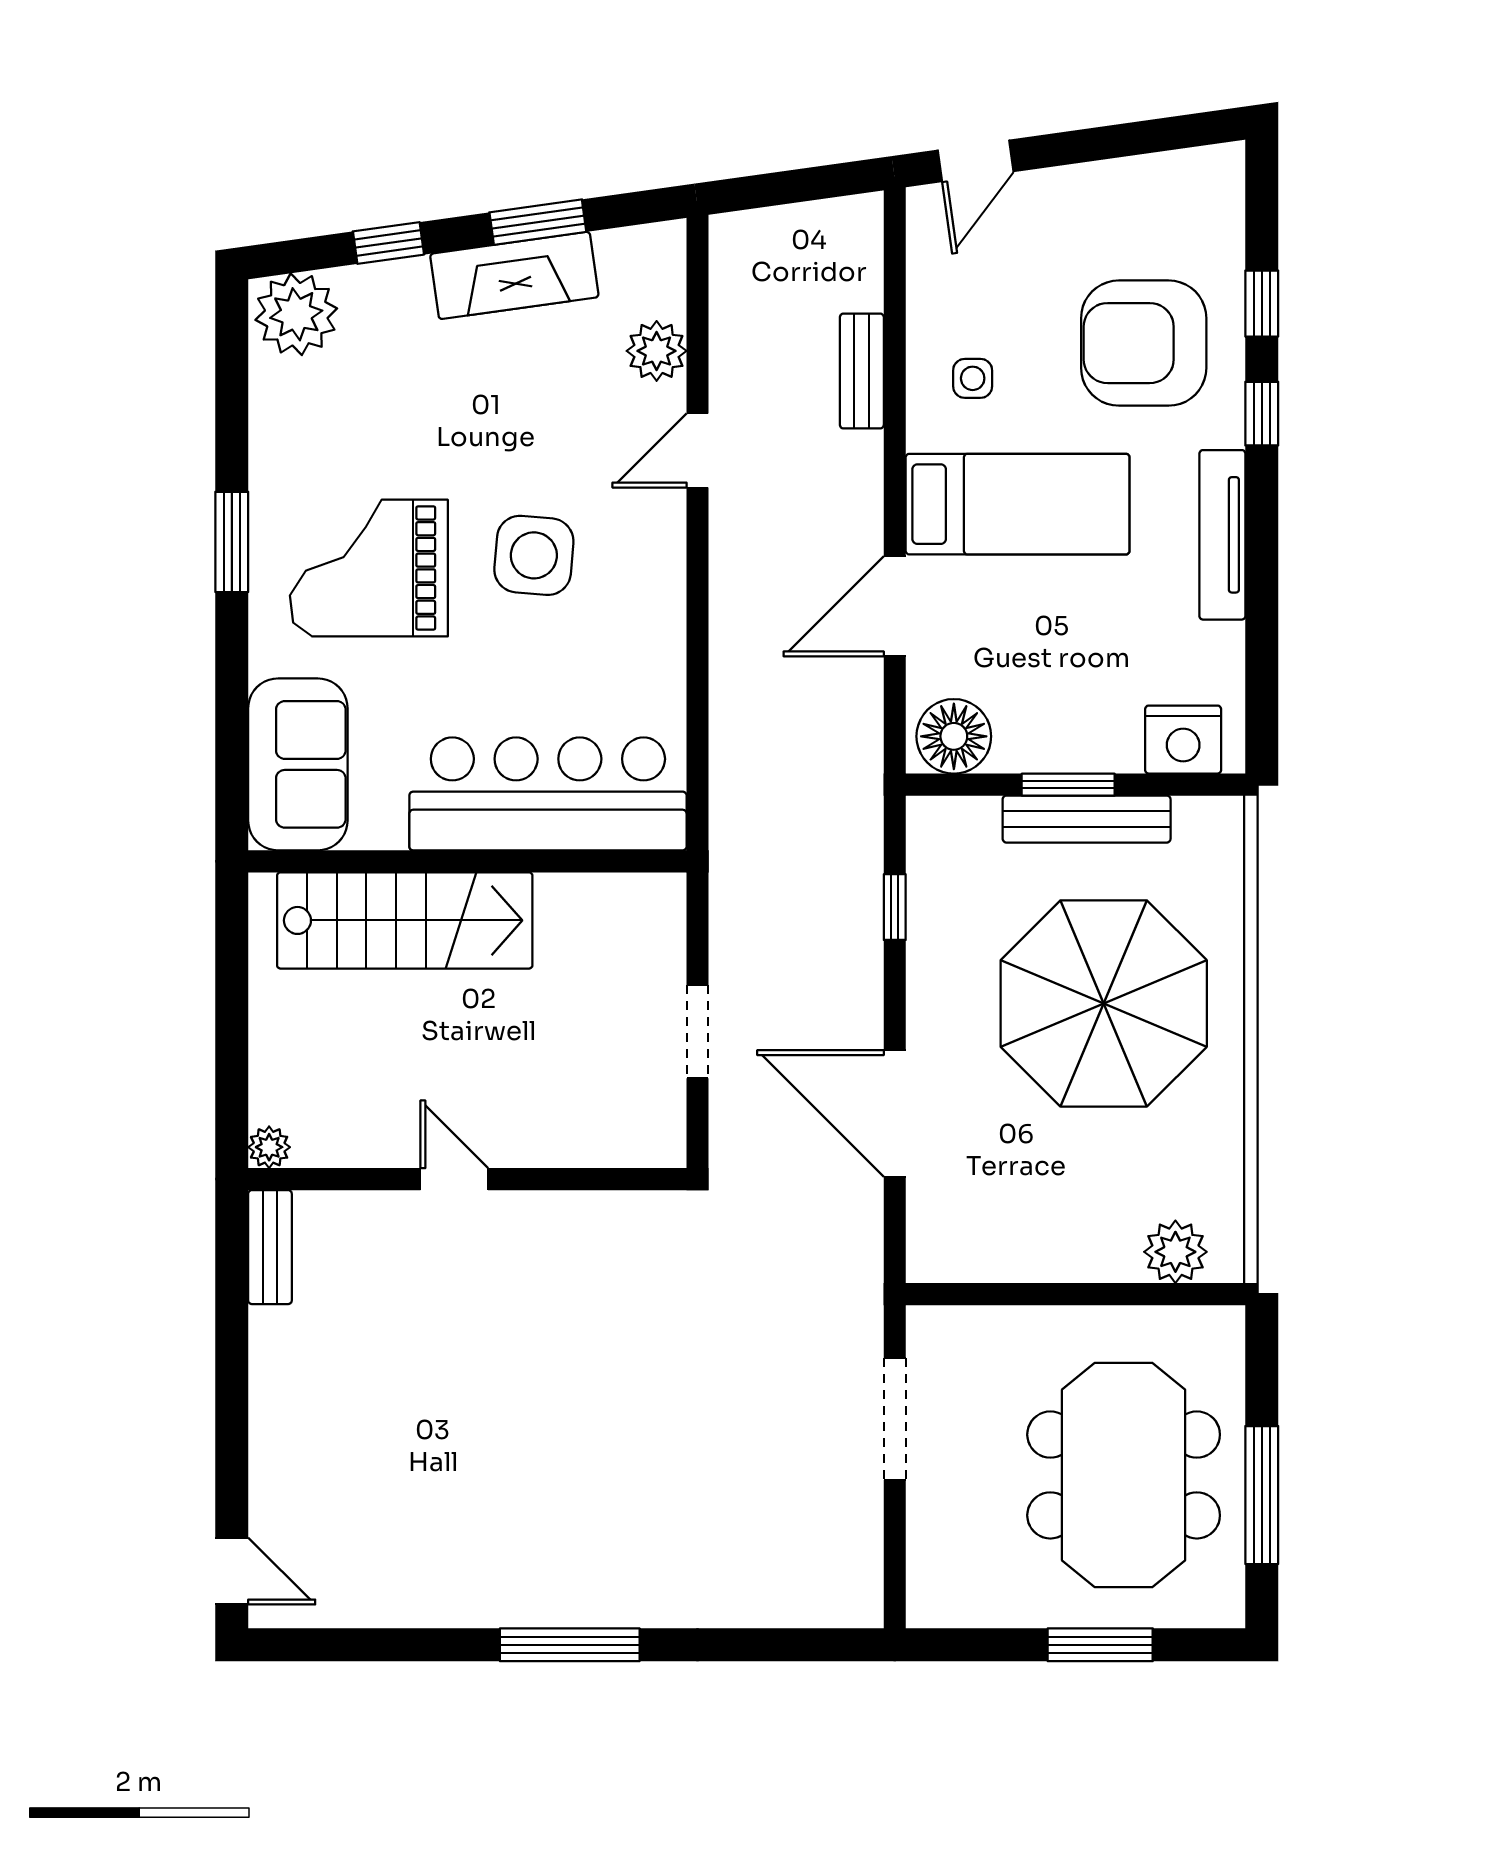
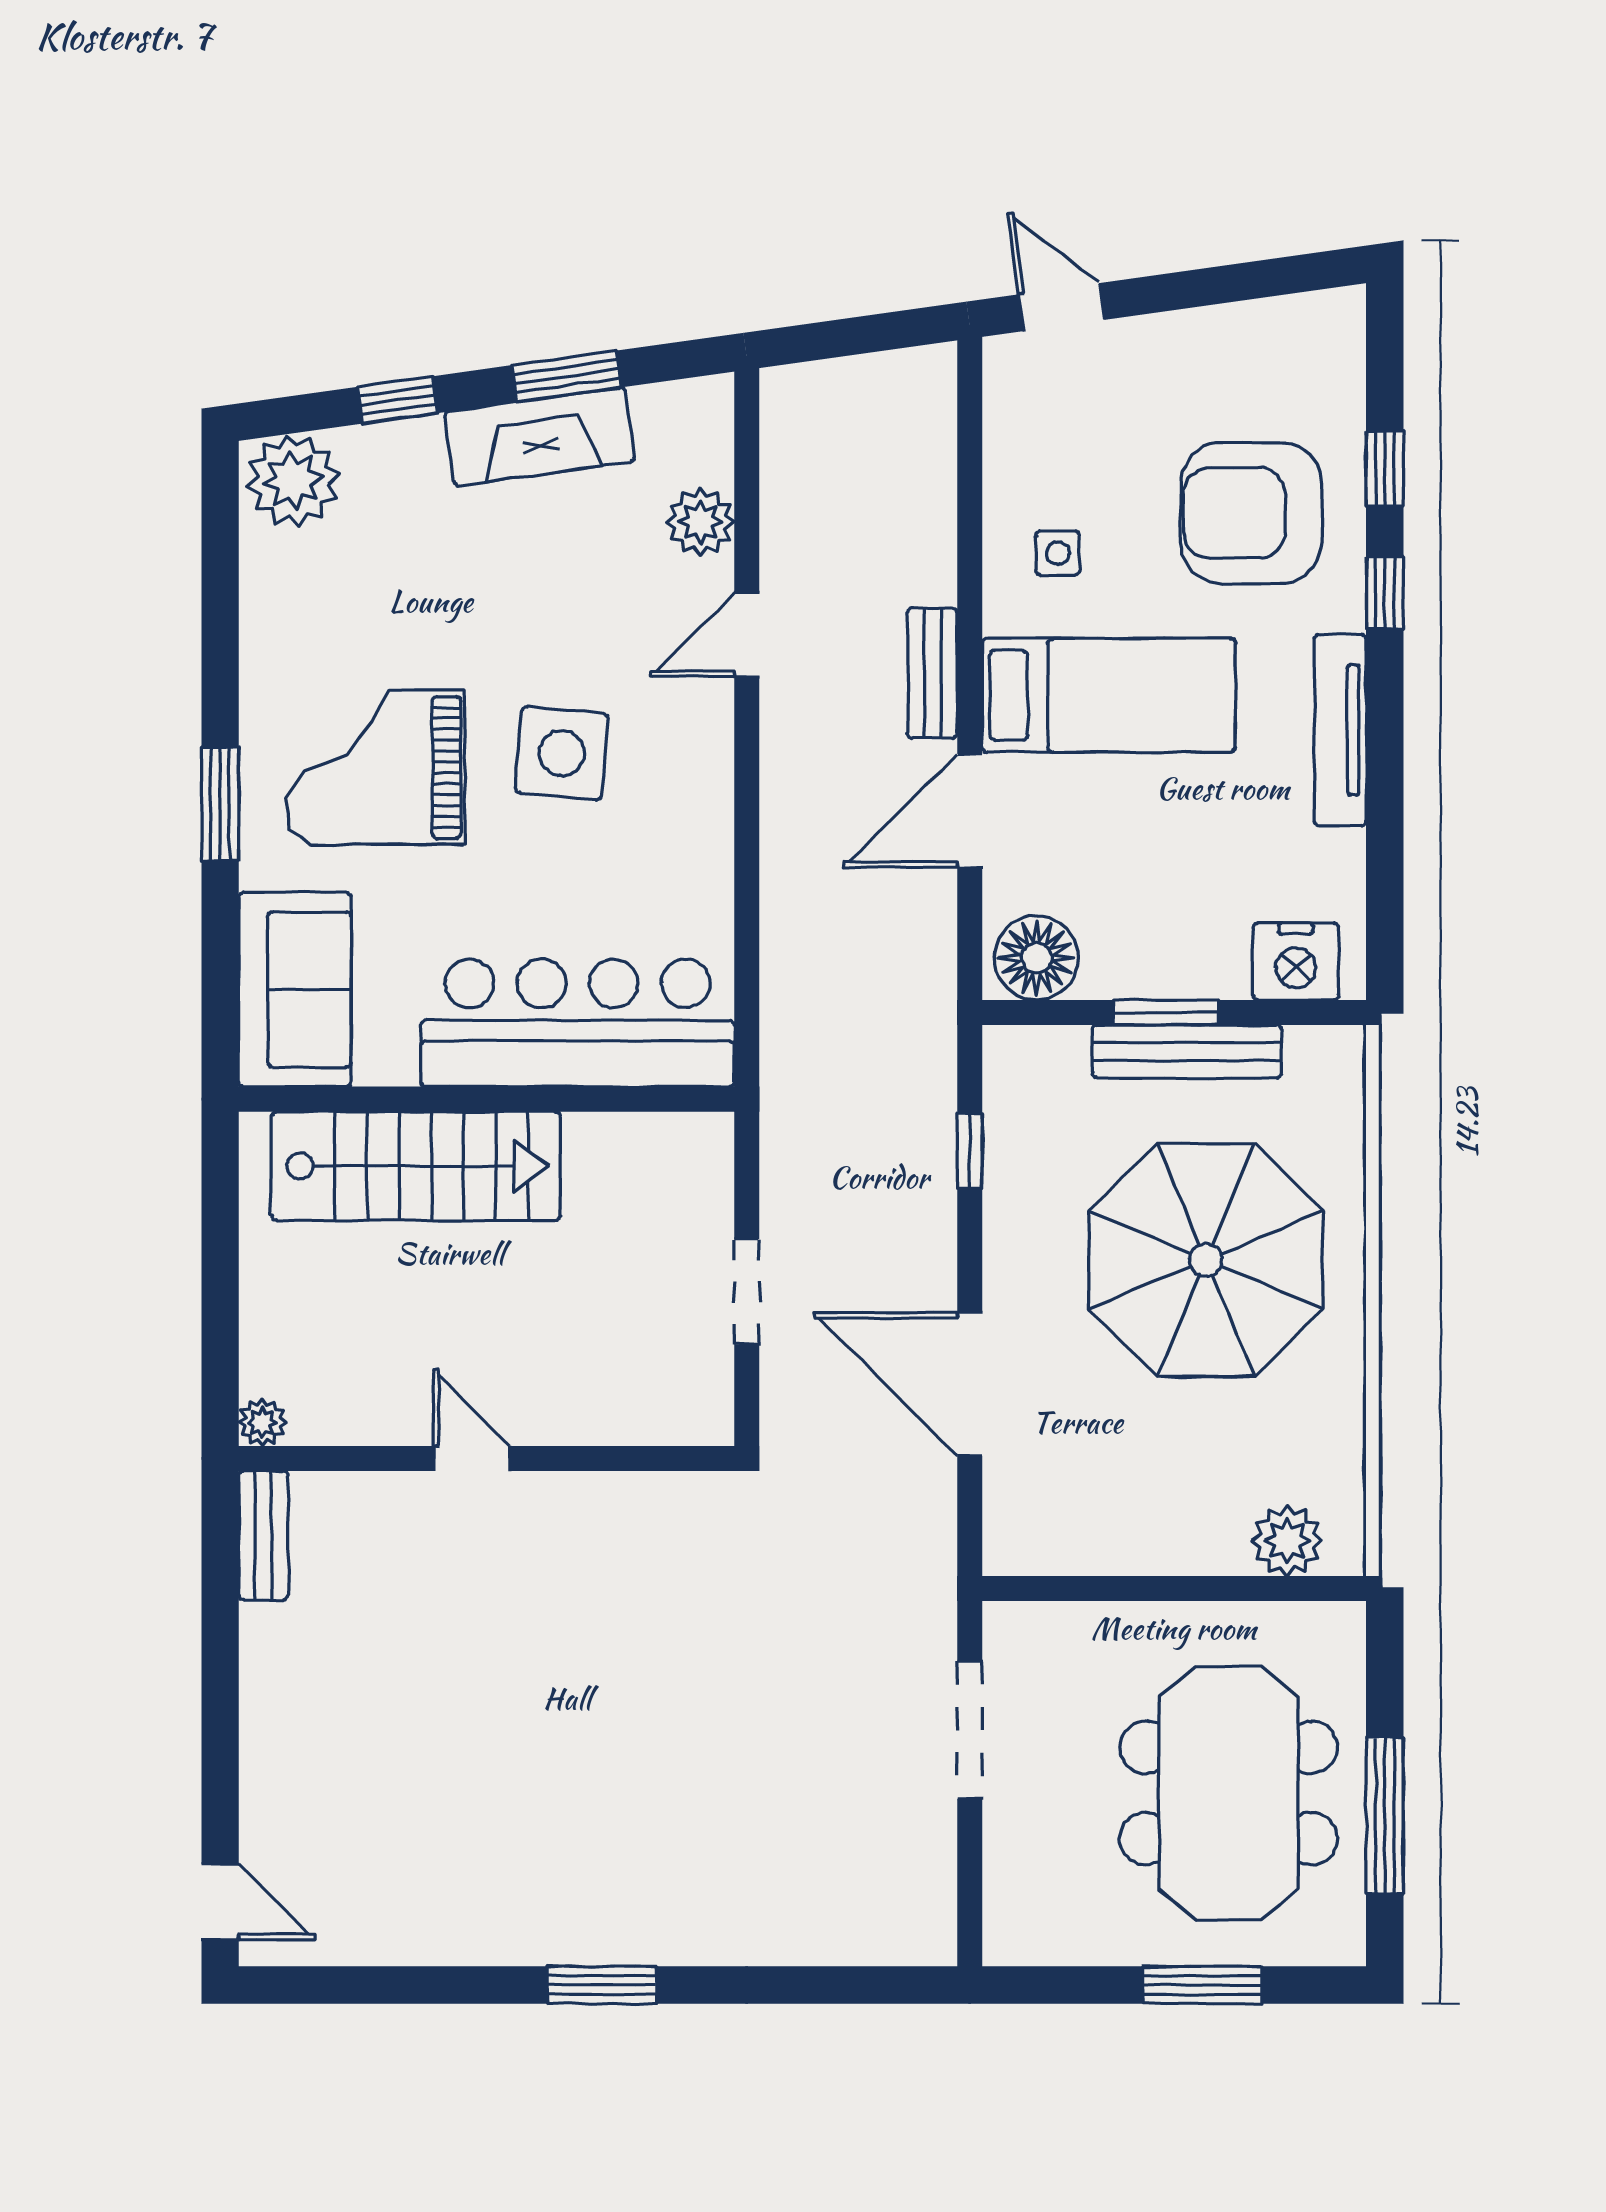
door: (976, 161) -> (1061, 307), swing flipped
bench: (862, 371) -> (933, 673), moved
window: (232, 542) -> (220, 804), moved
window: (570, 1645) -> (602, 1985), width x0.69

